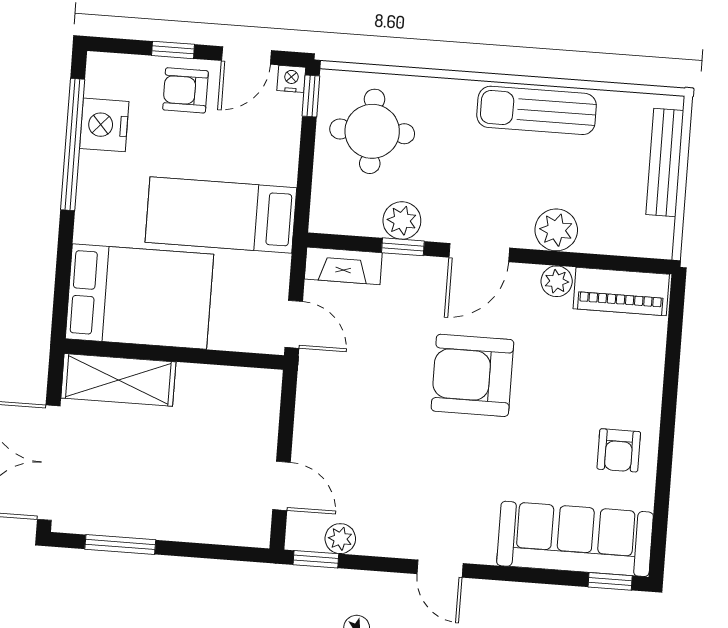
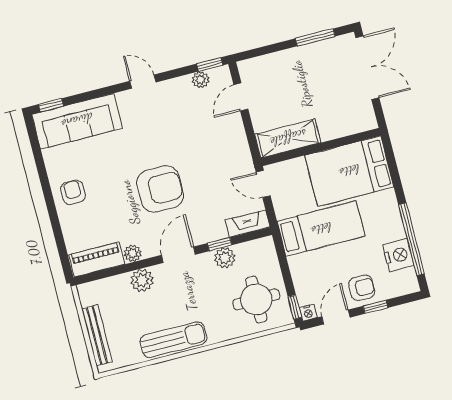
shelving: (118, 380) -> (288, 138), moved
armchair: (619, 450) -> (73, 192), moved
door: (282, 486) -> (241, 97), hinge flipped

